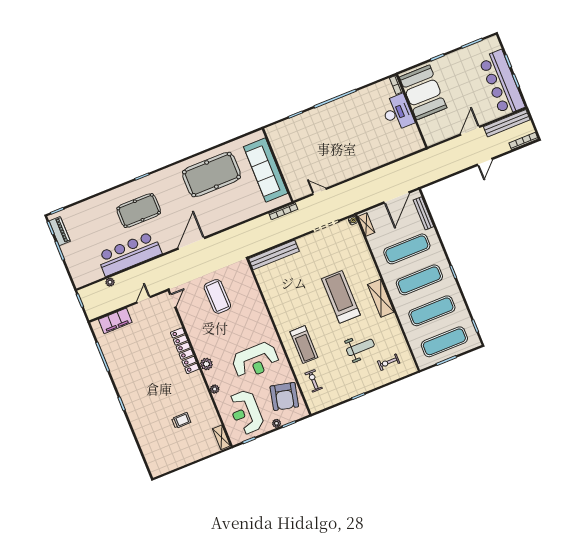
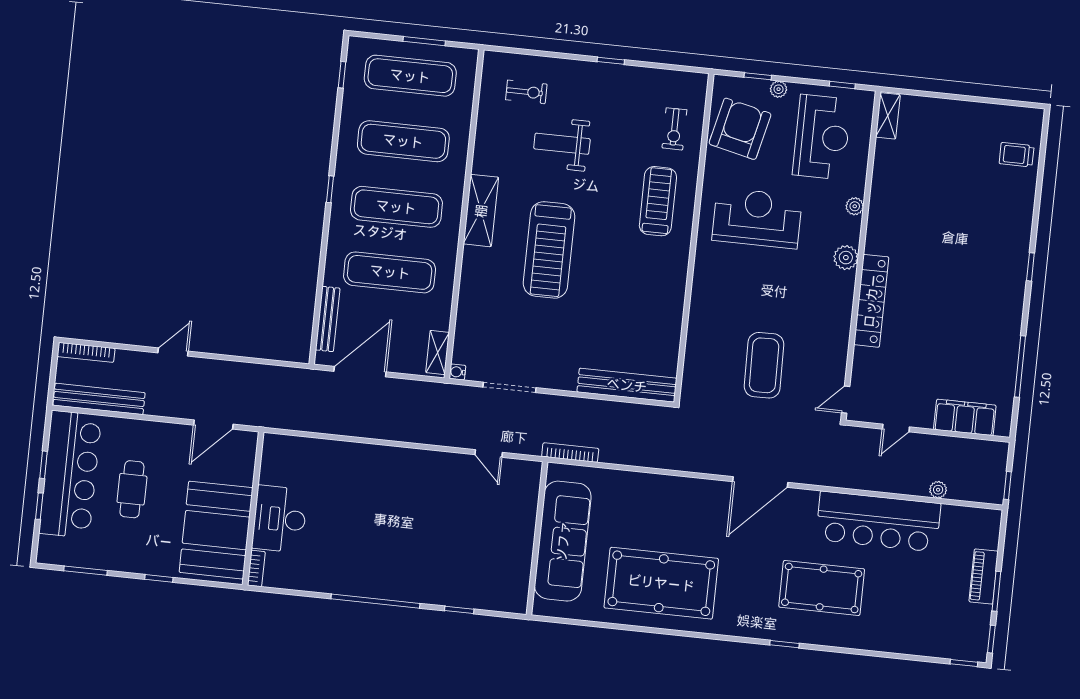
cafe table: (470, 91) -> (132, 489), added
door: (470, 131) -> (213, 425), moved
piano: (60, 231) -> (984, 576), moved
trolley: (181, 420) -> (1017, 155), moved

